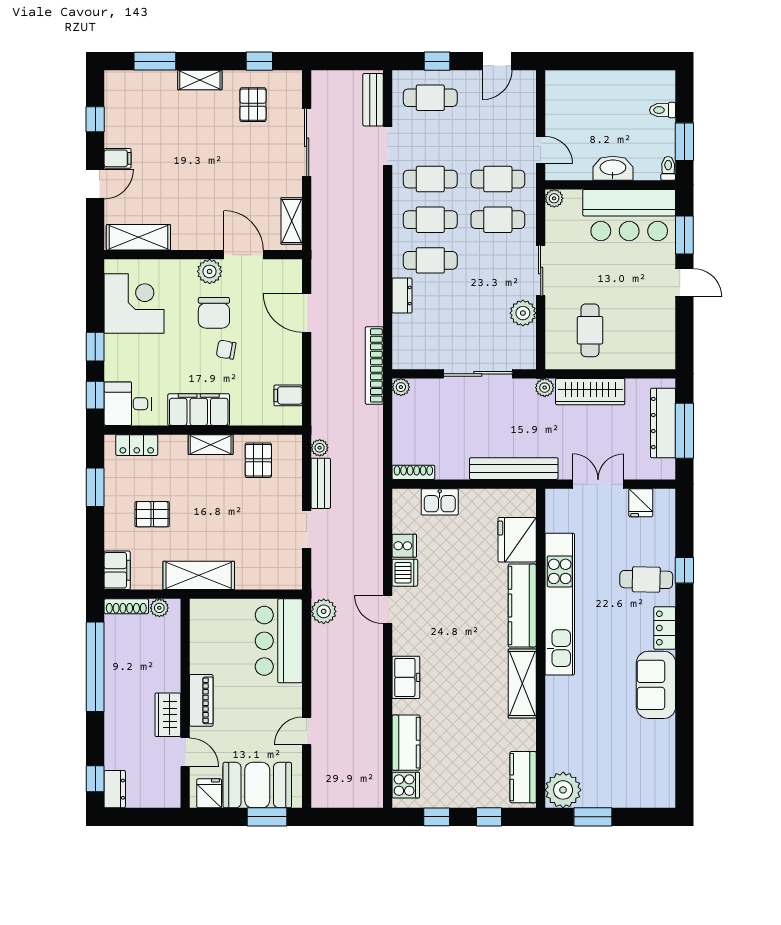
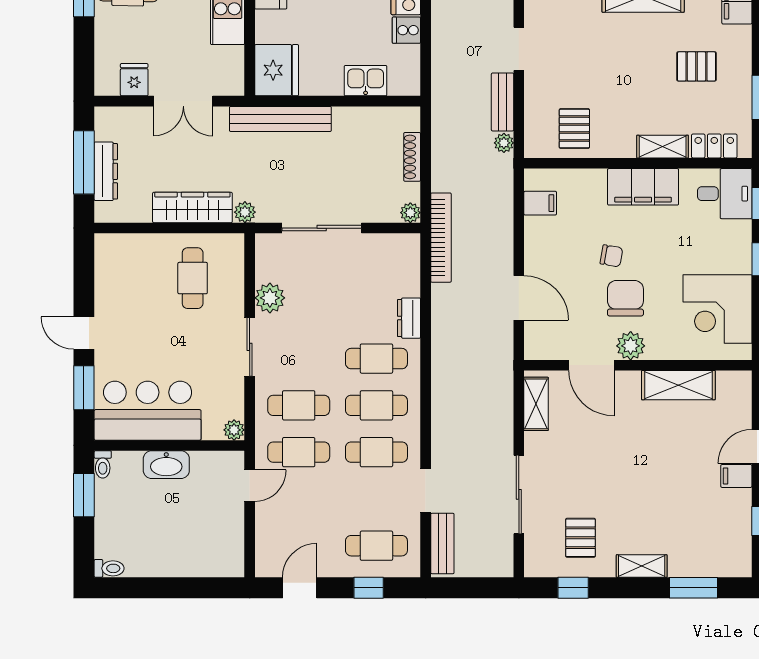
toilet: (663, 110) -> (109, 568), moved
door: (541, 150) -> (250, 486), swing flipped
shelving: (138, 237) -> (678, 385), moved
dresser: (663, 423) -> (106, 171), width x0.73, depth x0.80
shelving: (211, 445) -> (663, 147), moved
shoe rack: (413, 472) -> (412, 157), moved, turned 90
fridge: (517, 540) -> (277, 70), moved

